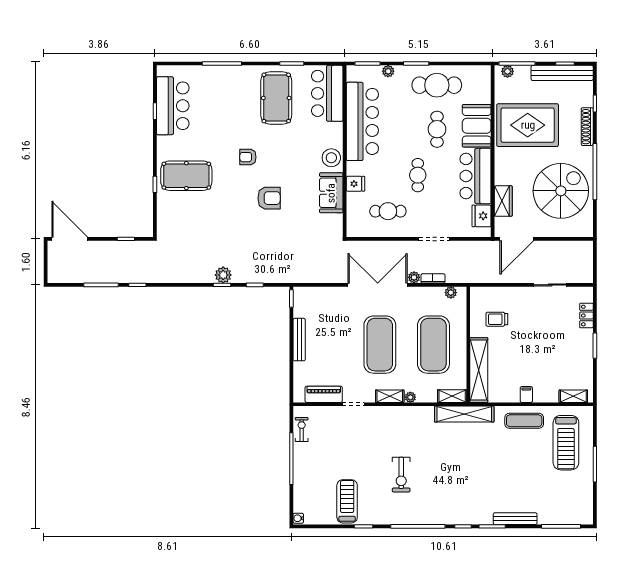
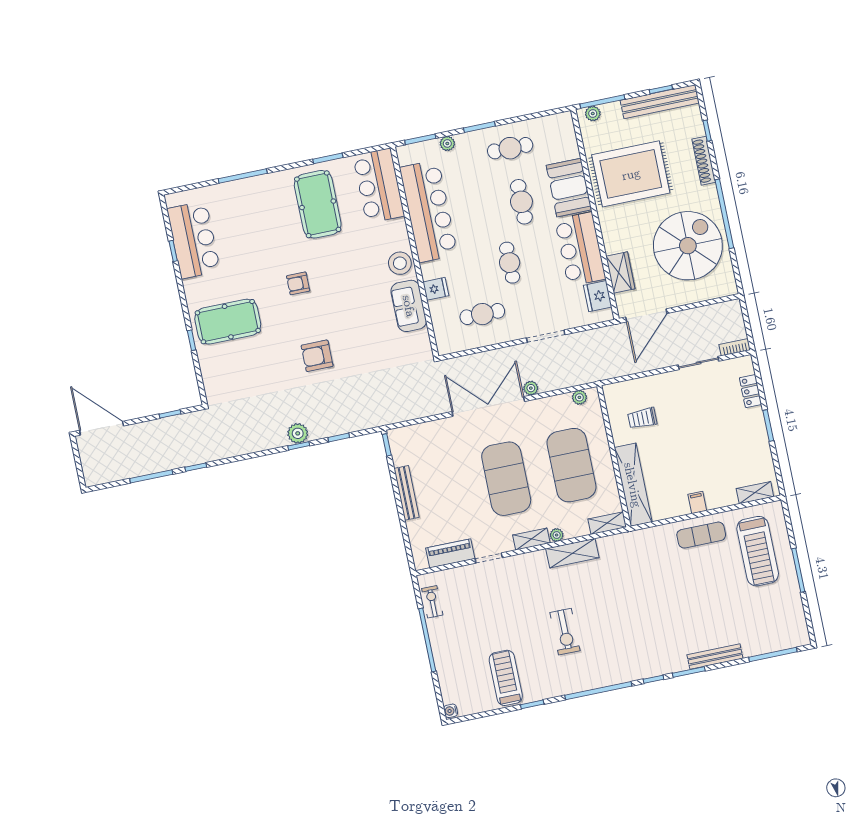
cafe table: (437, 85) -> (510, 148), width x0.73, depth x0.74
armchair: (269, 198) -> (317, 356), moved, turned 180
bookcase: (433, 278) -> (735, 347), moved
shelving: (464, 414) -> (572, 553), moved, width x0.68

